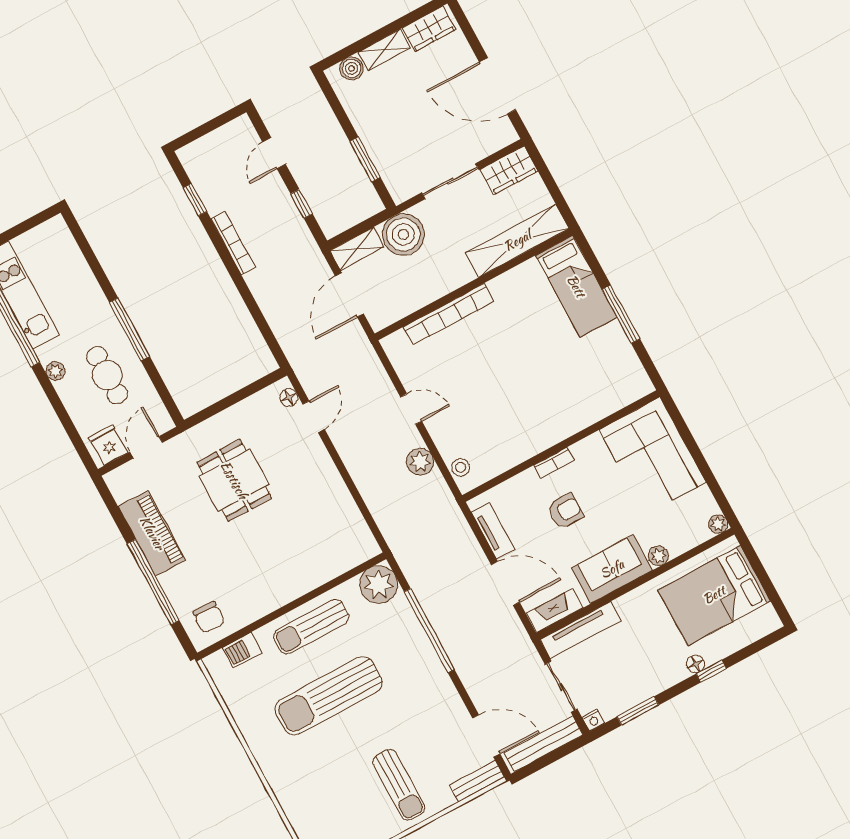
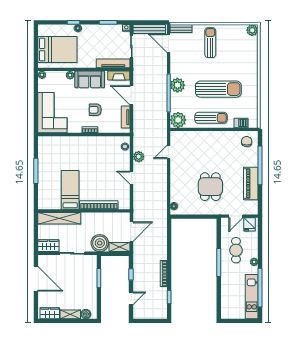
bed: (576, 286) -> (70, 190), moved
door: (314, 417) -> (169, 152), moved
plant: (420, 657) -> (177, 85), added

